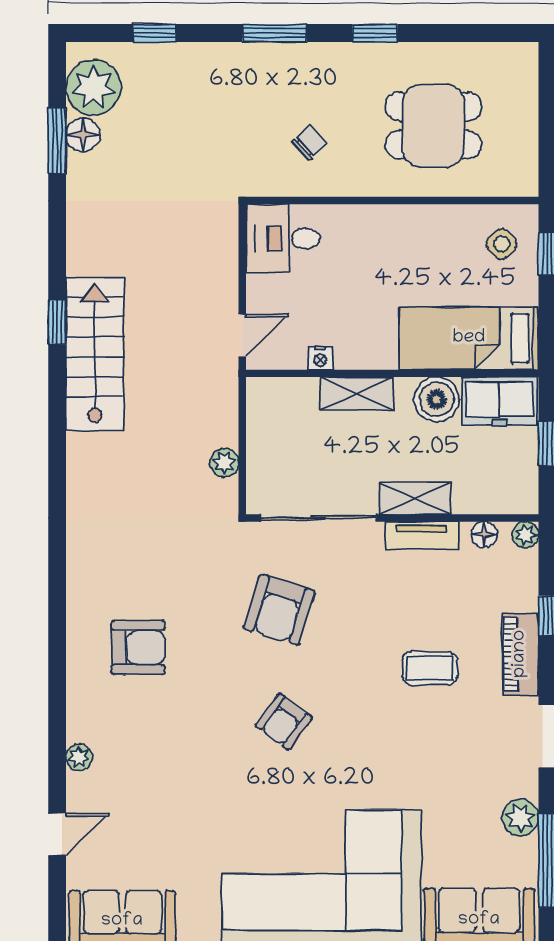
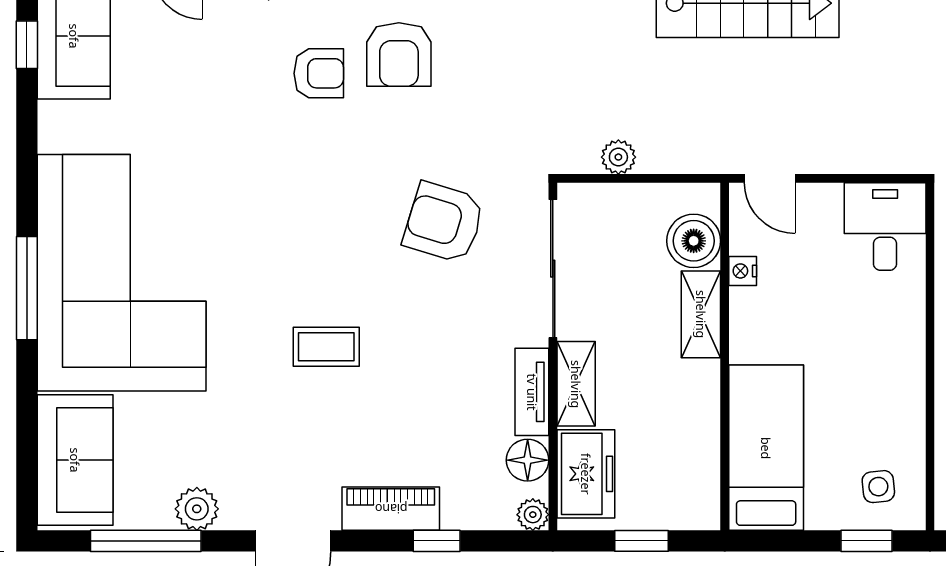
side table: (502, 244) -> (878, 487), turned 38
boiler: (437, 399) -> (694, 241), moved
freezer: (499, 401) -> (586, 474), moved, turned 180
floor lamp: (484, 534) -> (528, 460), width x1.37, depth x1.37
coffee table: (430, 668) -> (326, 347), moved, turned 90
armchair: (284, 721) -> (319, 73), moved, turned 143

